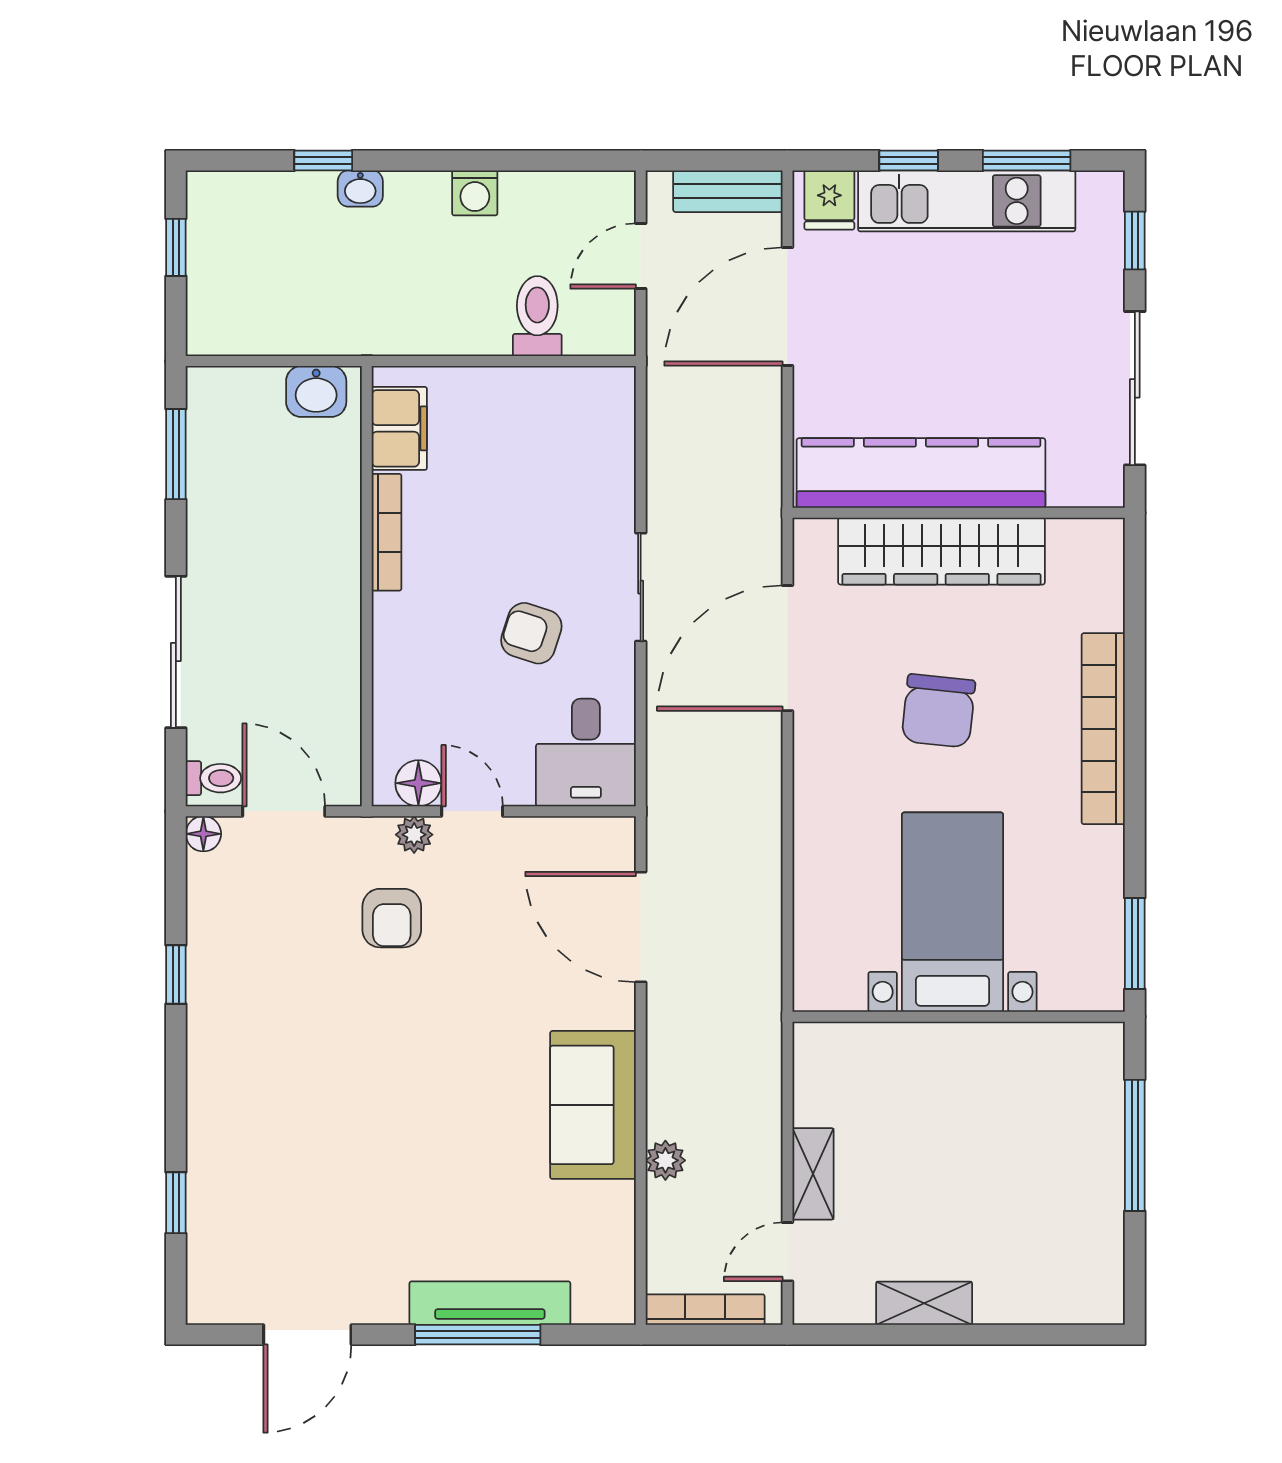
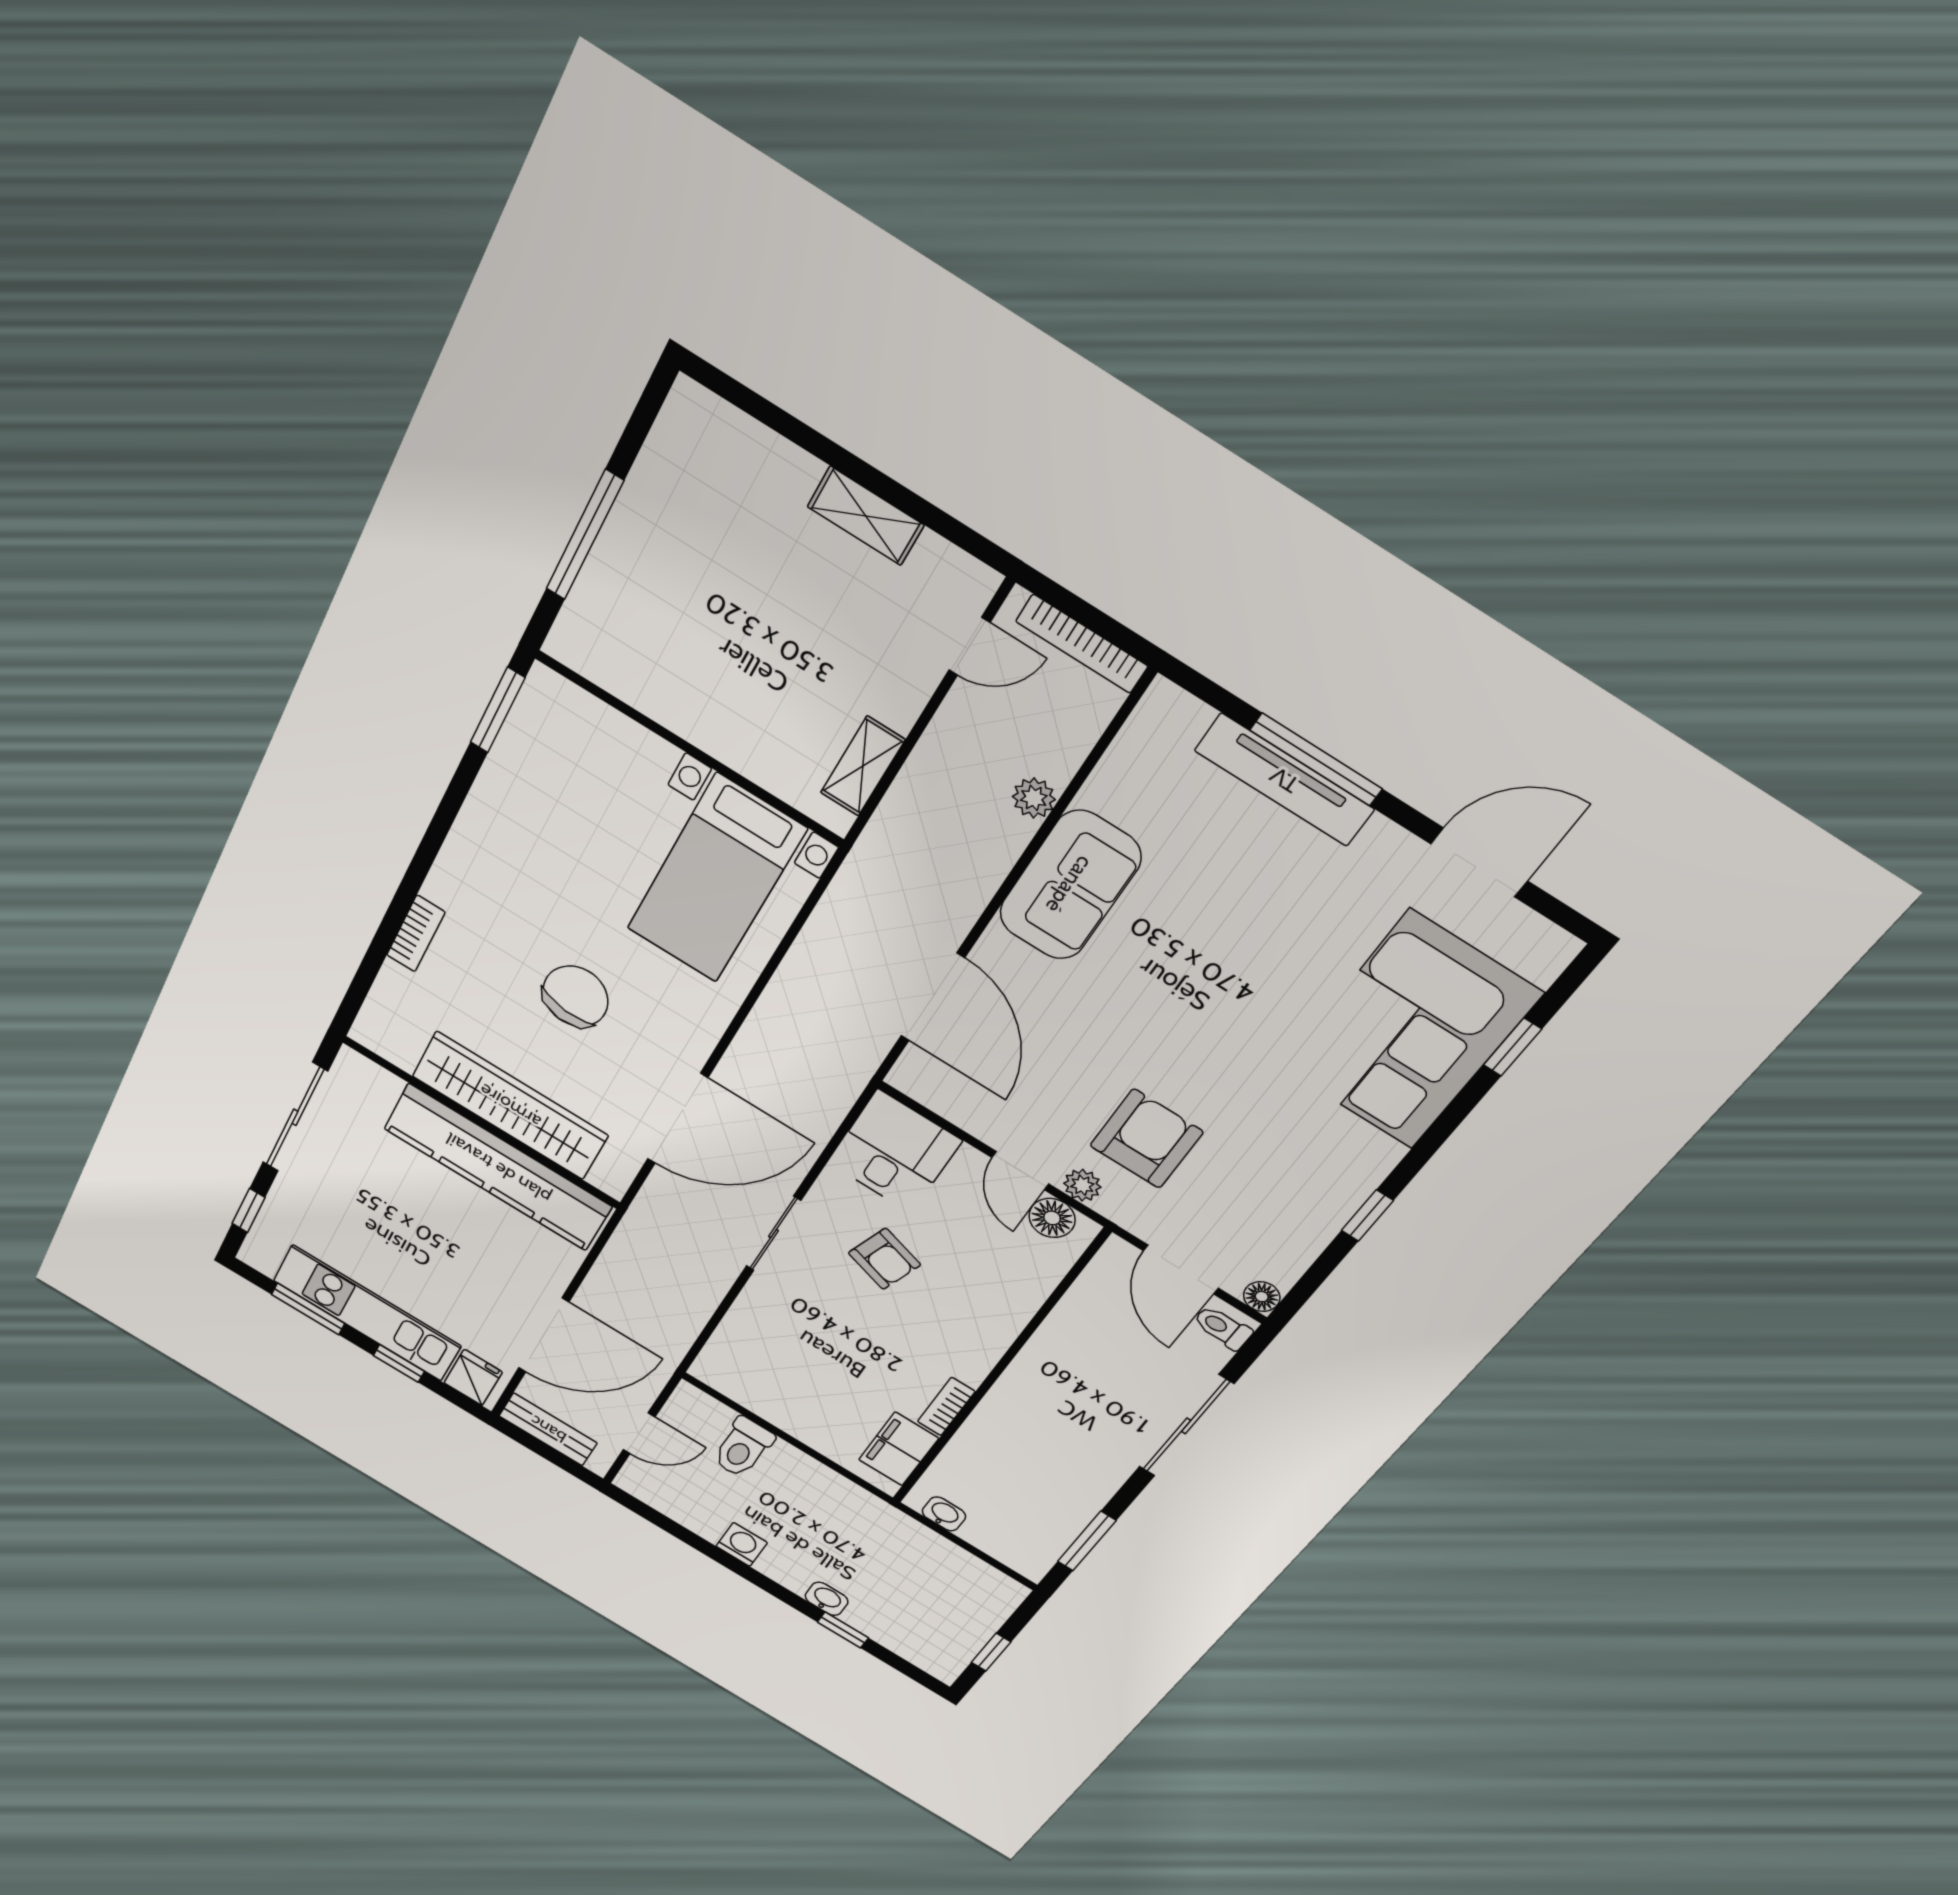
washbasin: (316, 391) -> (944, 1514), width x0.72, depth x0.69
bookcase: (387, 532) -> (946, 1406), width x0.64
bookcase: (1103, 729) -> (416, 934), width x0.43, depth x0.76
bed with nightstands: (953, 912) -> (716, 879), moved
armchair: (392, 918) -> (1146, 1139), width x1.38, depth x1.38
corner sofa: (258, 1163) -> (1411, 1031), added
shelving: (813, 1174) -> (863, 766), moved

